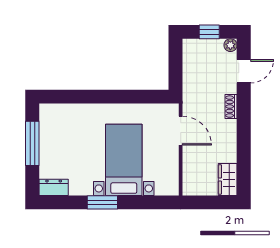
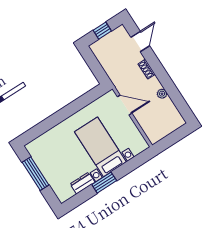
plant: (230, 45) -> (162, 94), moved
wardrobe: (228, 179) -> (174, 117), removed
dresser: (54, 187) -> (82, 183), moved

